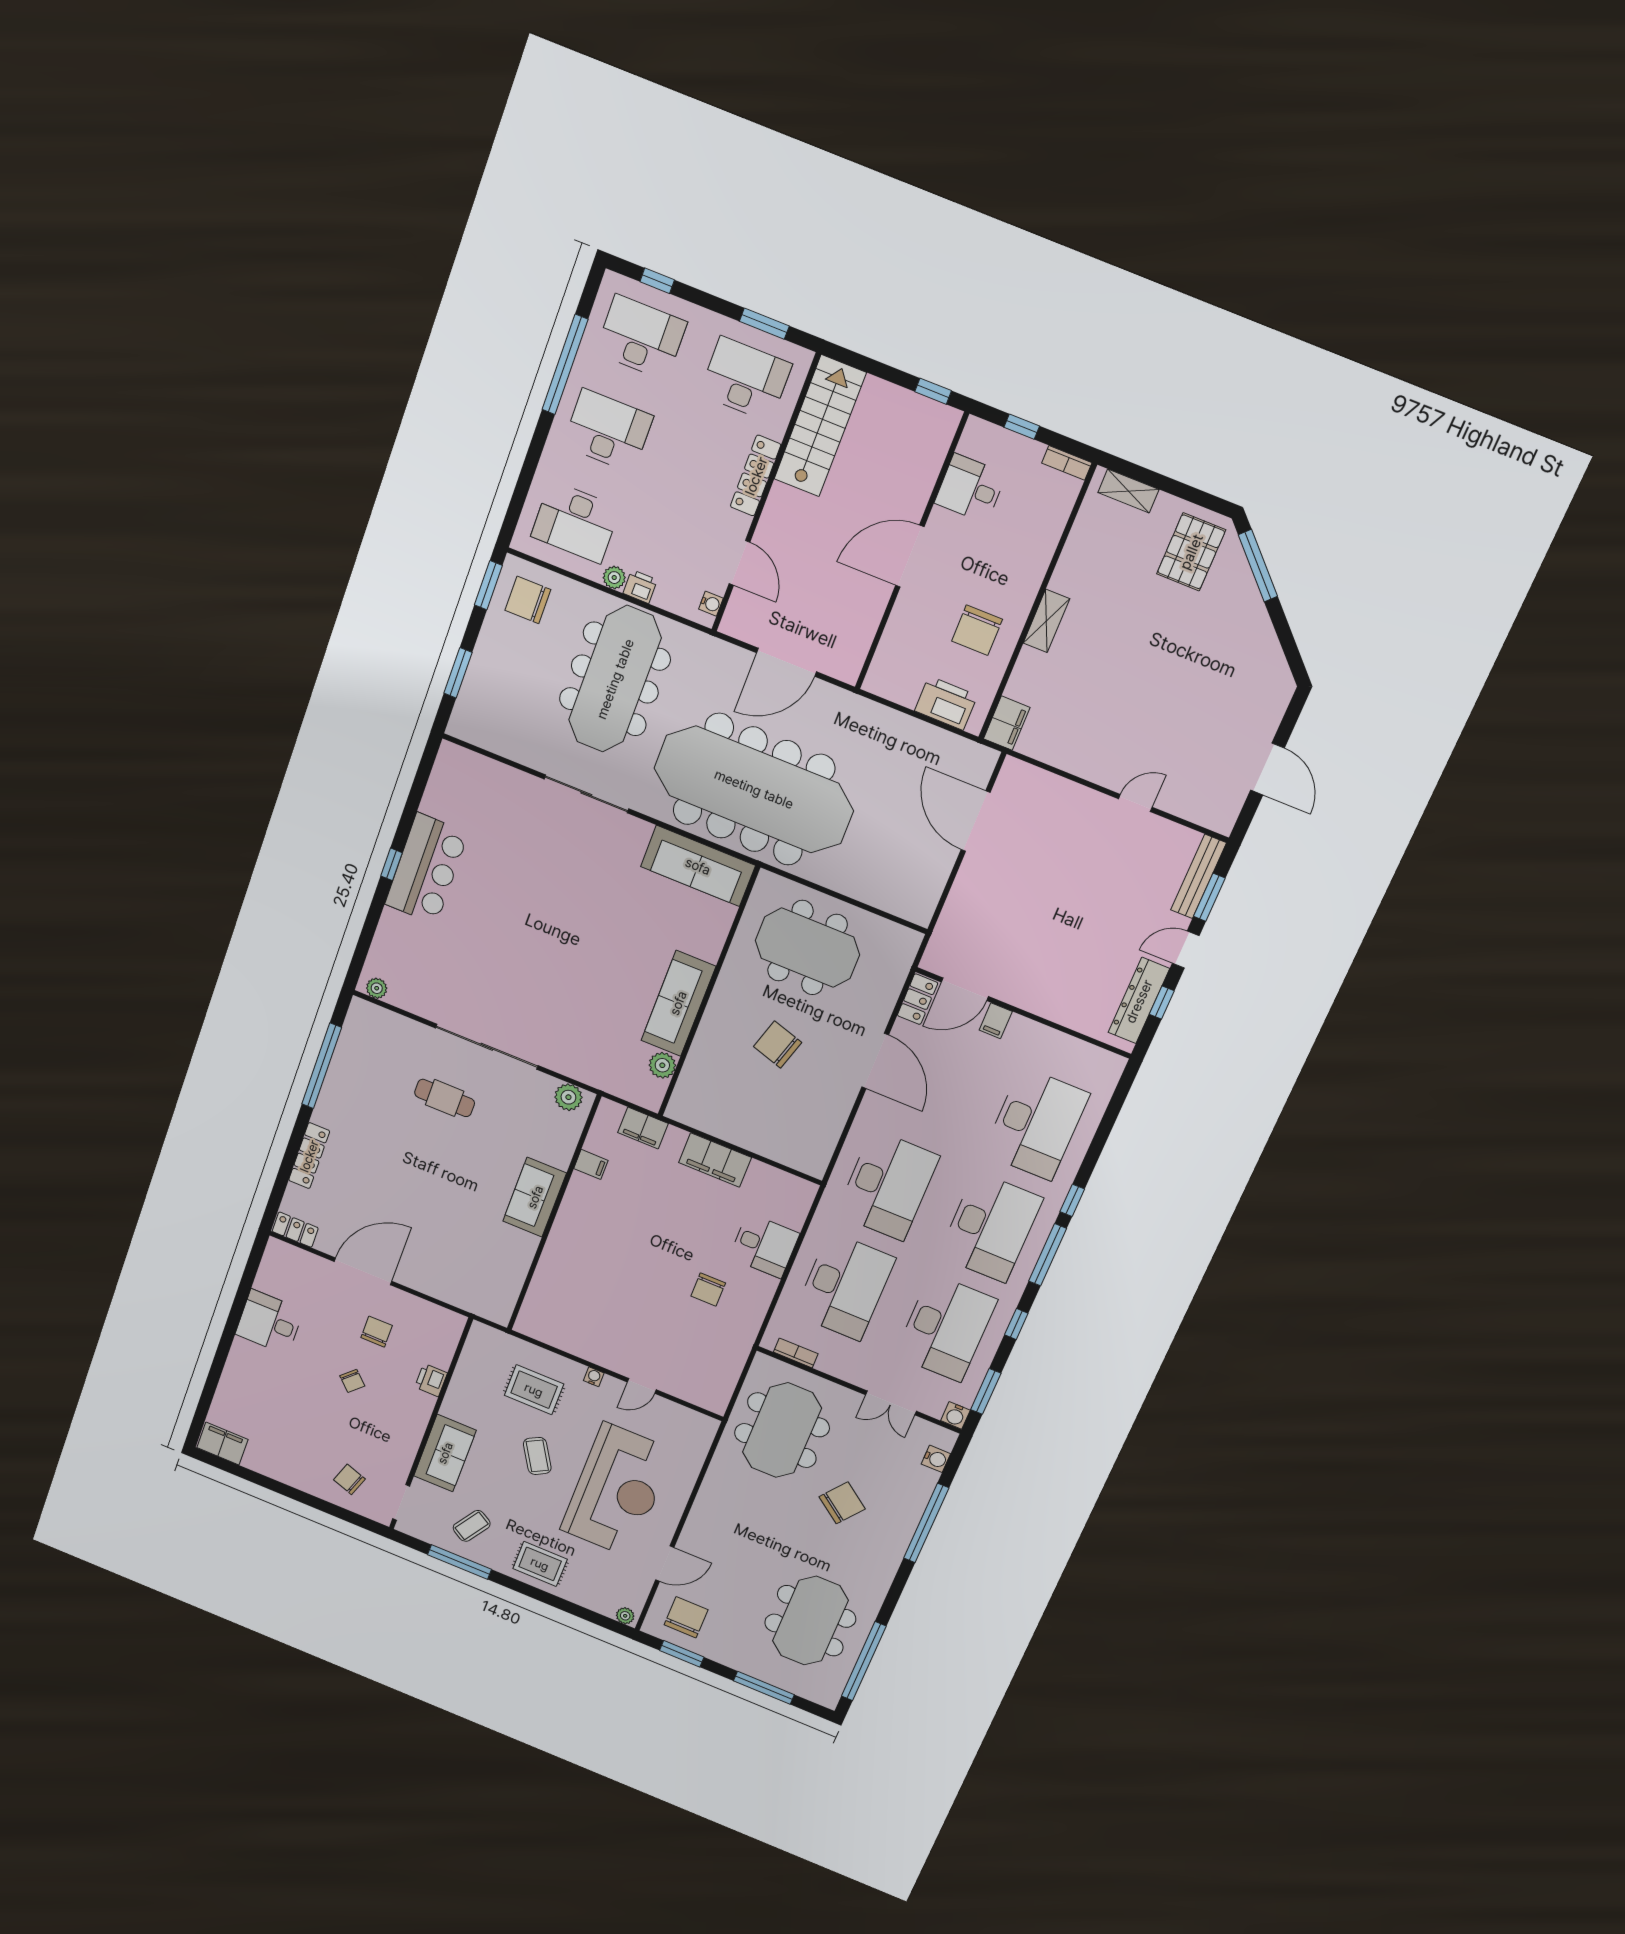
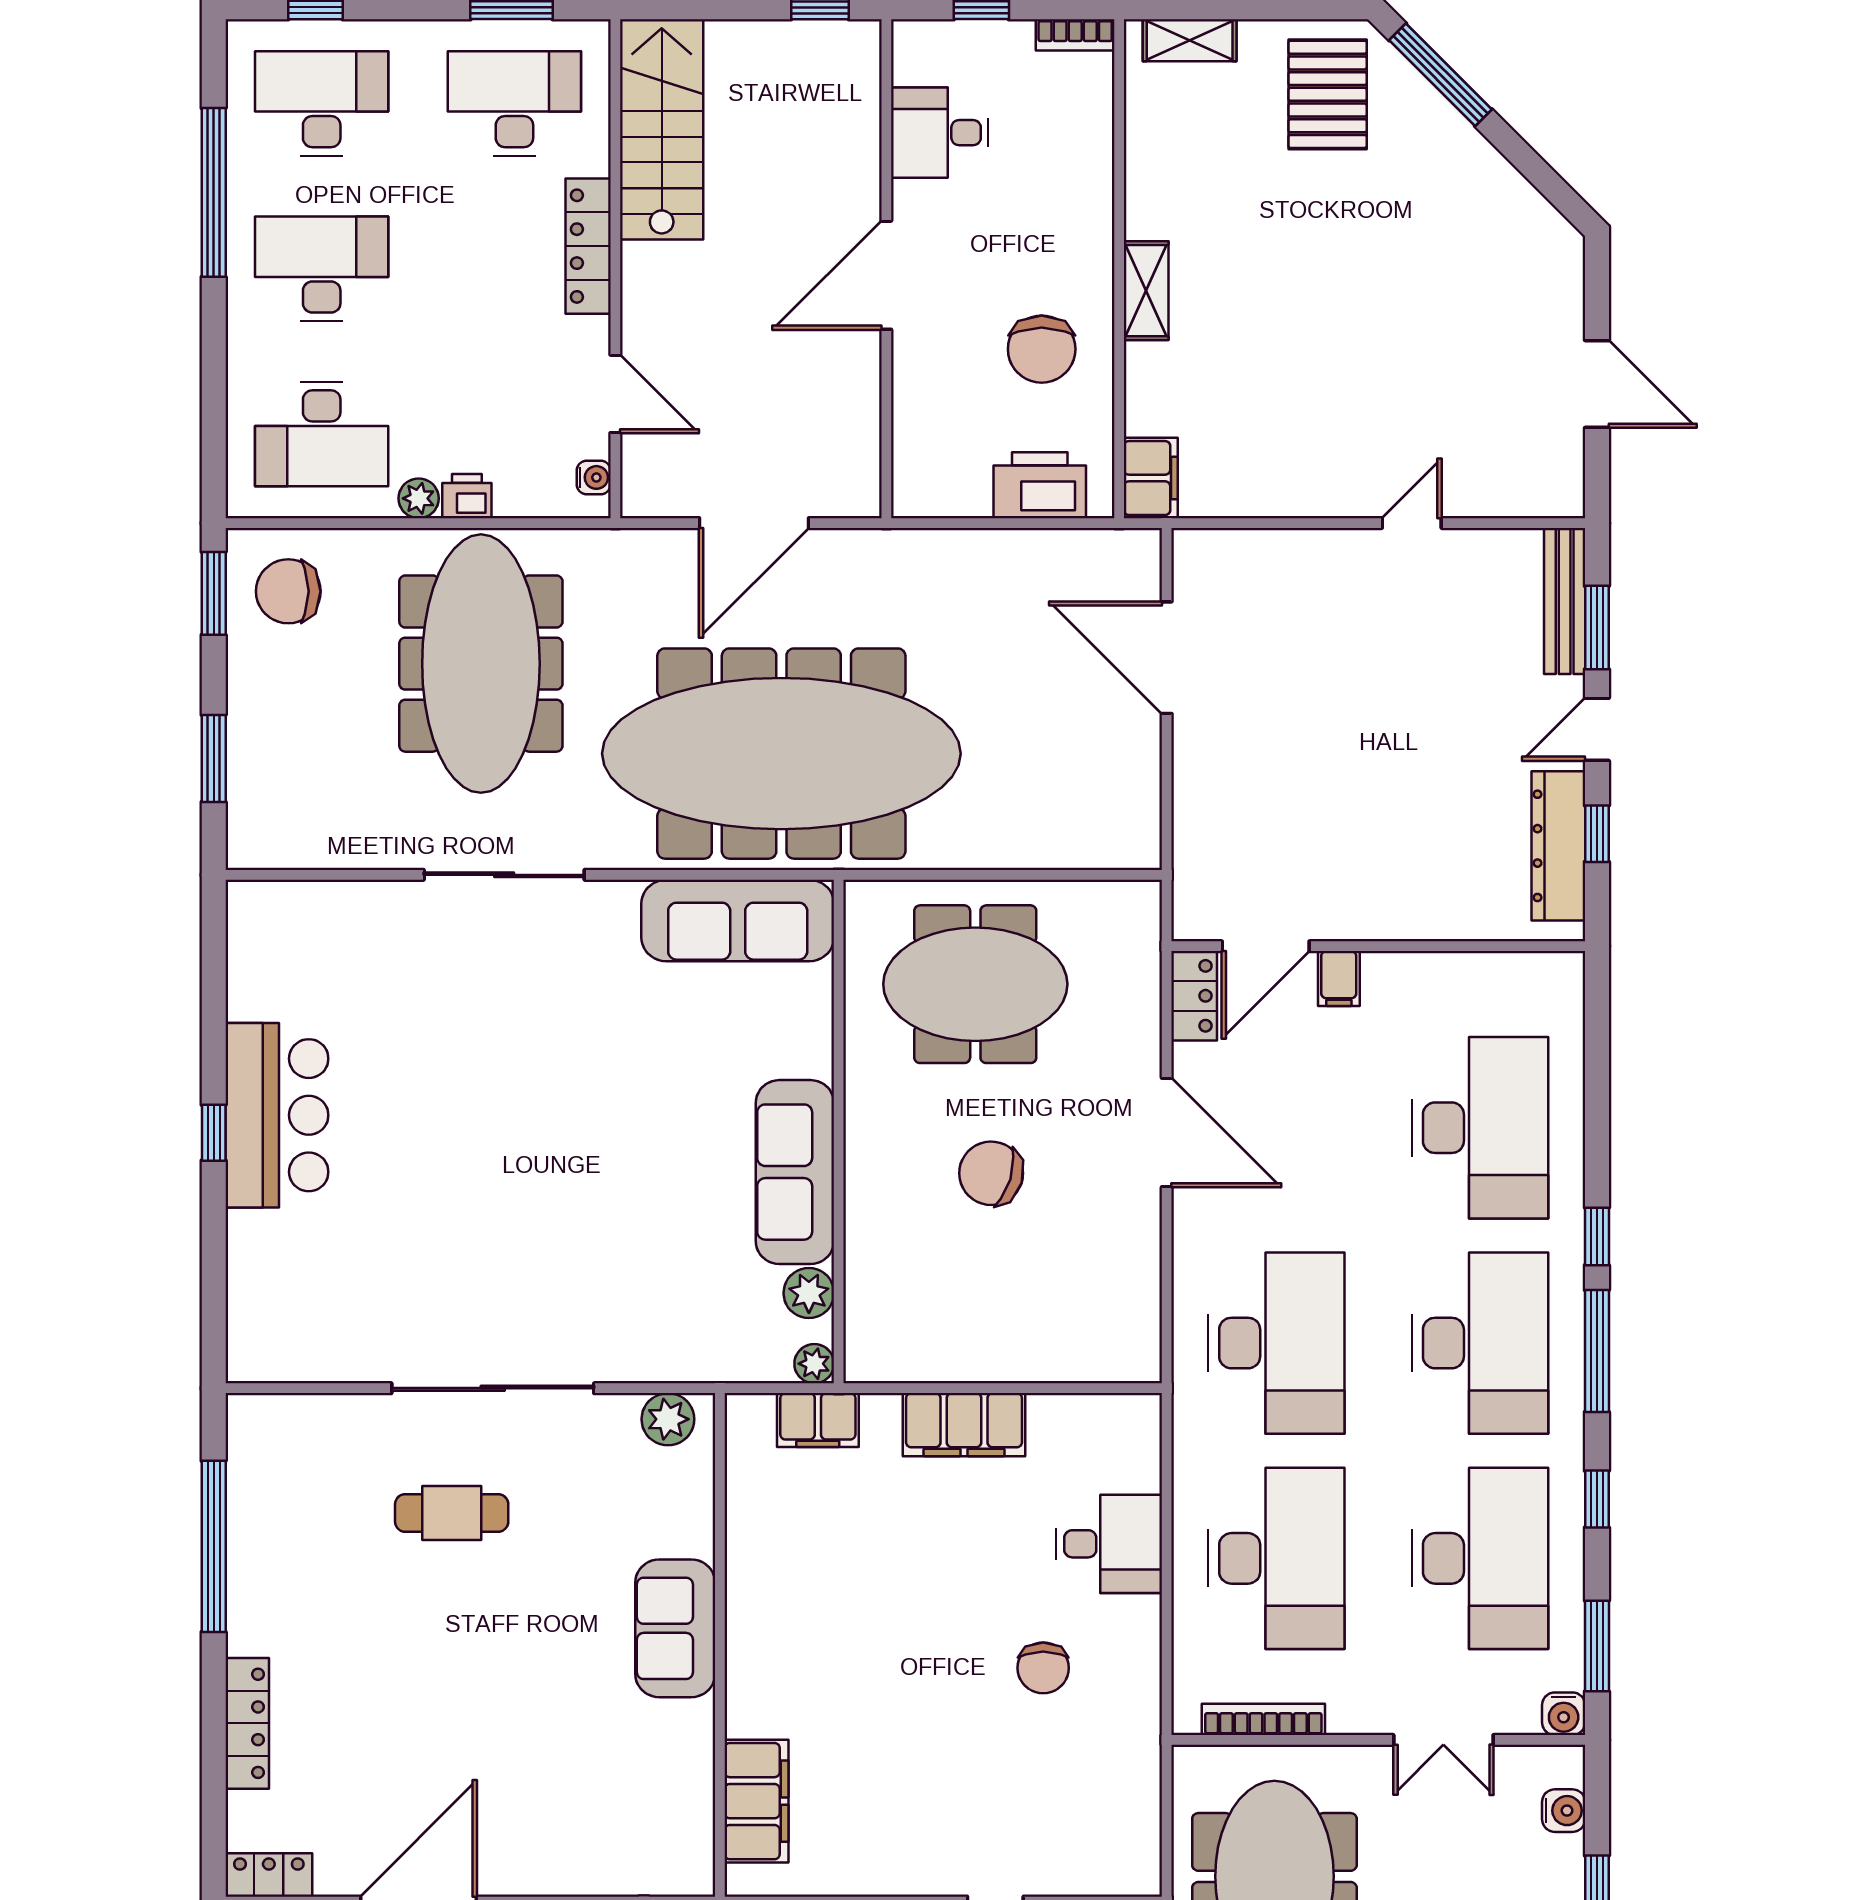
plant: (377, 988) -> (814, 1364), moved
filing cabinet: (591, 1164) -> (757, 1801), moved, width x3.00, depth x1.17
bookcase: (796, 1353) -> (1263, 1719), width x1.56

